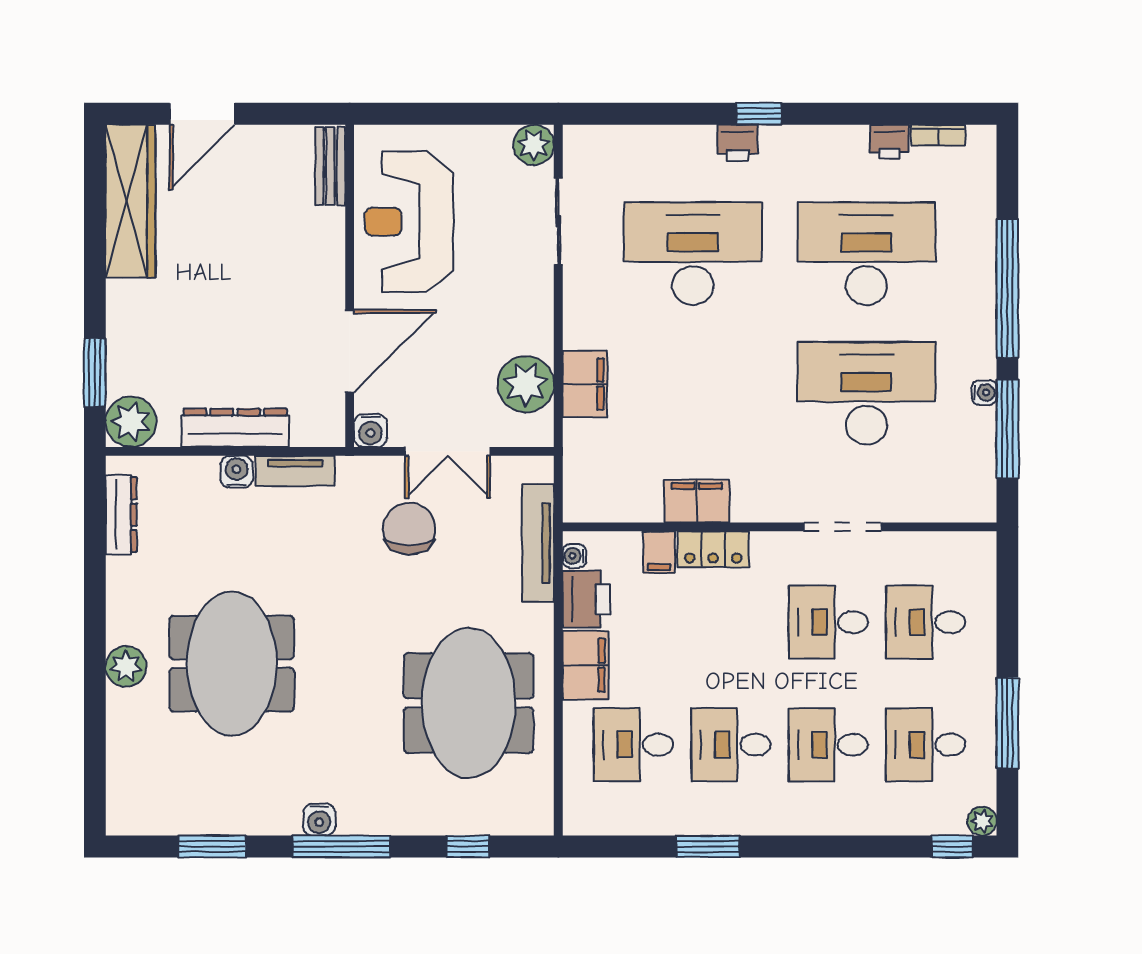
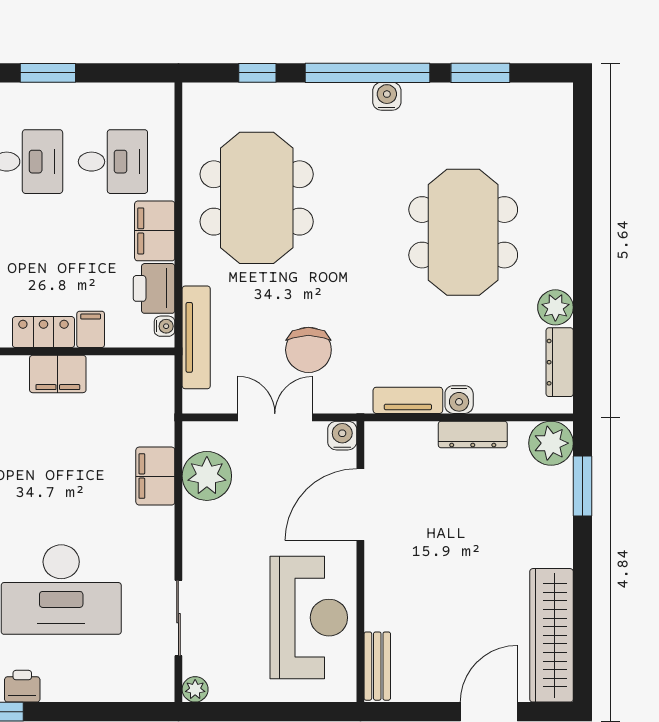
plant: (534, 145) -> (195, 689), width x0.73, depth x0.73
dresser: (235, 428) -> (473, 435), width x0.73, depth x0.80
plant: (126, 667) -> (555, 307), moved
window: (342, 846) -> (367, 73), width x1.46

